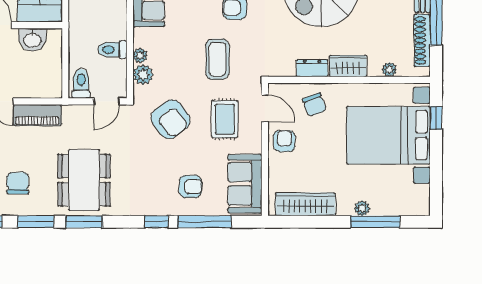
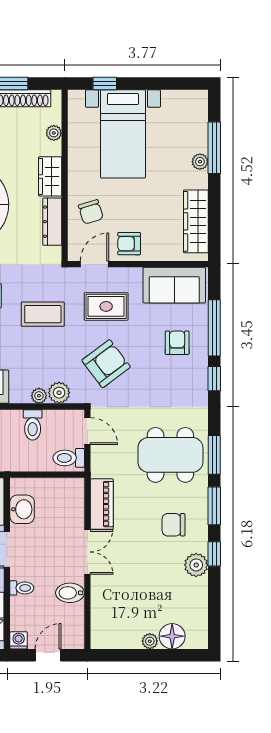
dresser: (312, 68) -> (52, 222), width x1.44
chair: (314, 105) -> (91, 212), turned 93
bed with nightstands: (388, 135) -> (123, 134), width x0.73

